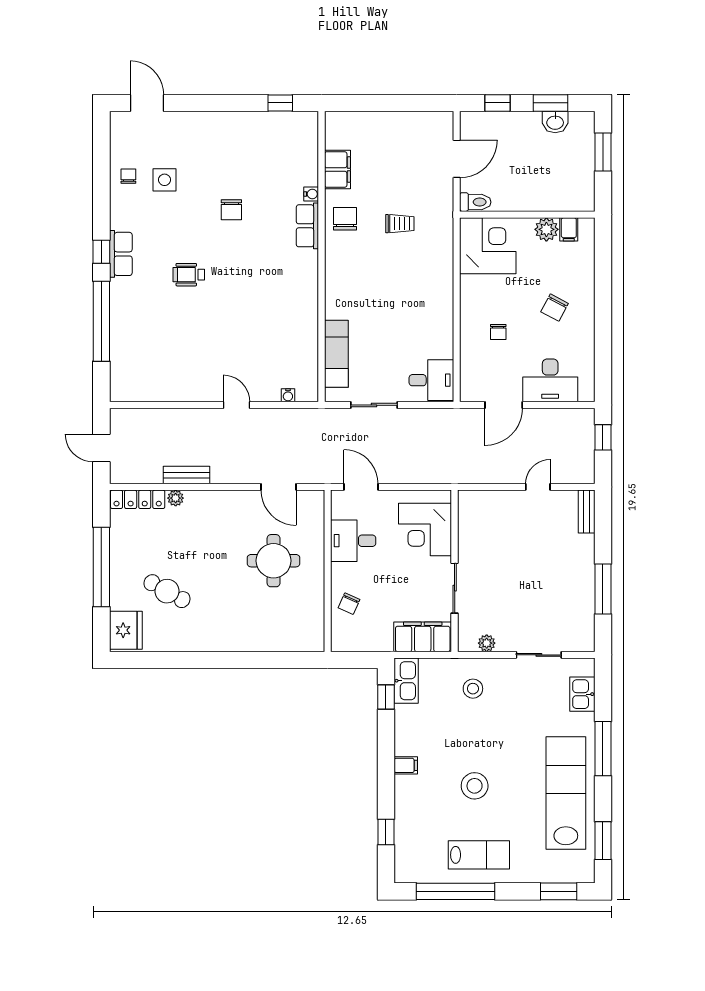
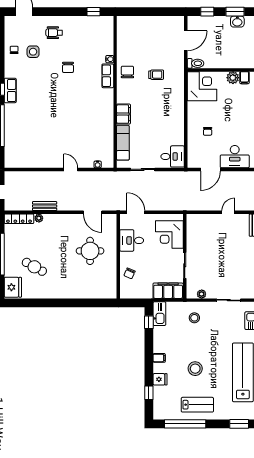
filing cabinet: (337, 170) -> (124, 114), moved
wheelchair: (189, 275) -> (54, 33), moved
chair: (555, 308) -> (237, 119), removed
fridge: (407, 806) -> (160, 379), added

